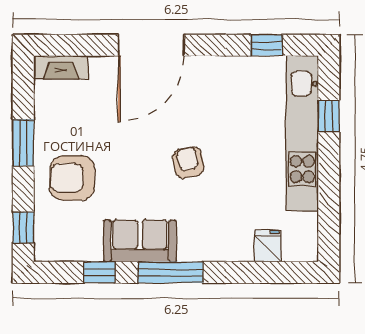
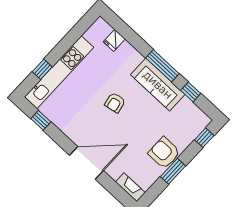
armchair: (72, 178) -> (164, 153), moved, turned 180
sofa: (140, 241) -> (158, 85), width x1.36

